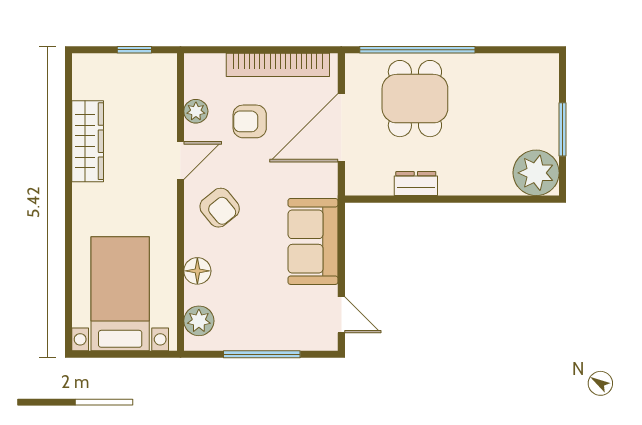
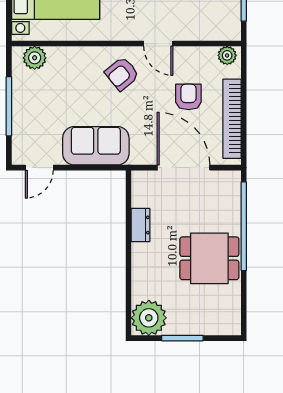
dining table: (415, 99) -> (209, 258), moved
plant: (196, 111) -> (227, 55), moved
floor lamp: (197, 271) -> (73, 57), removed

